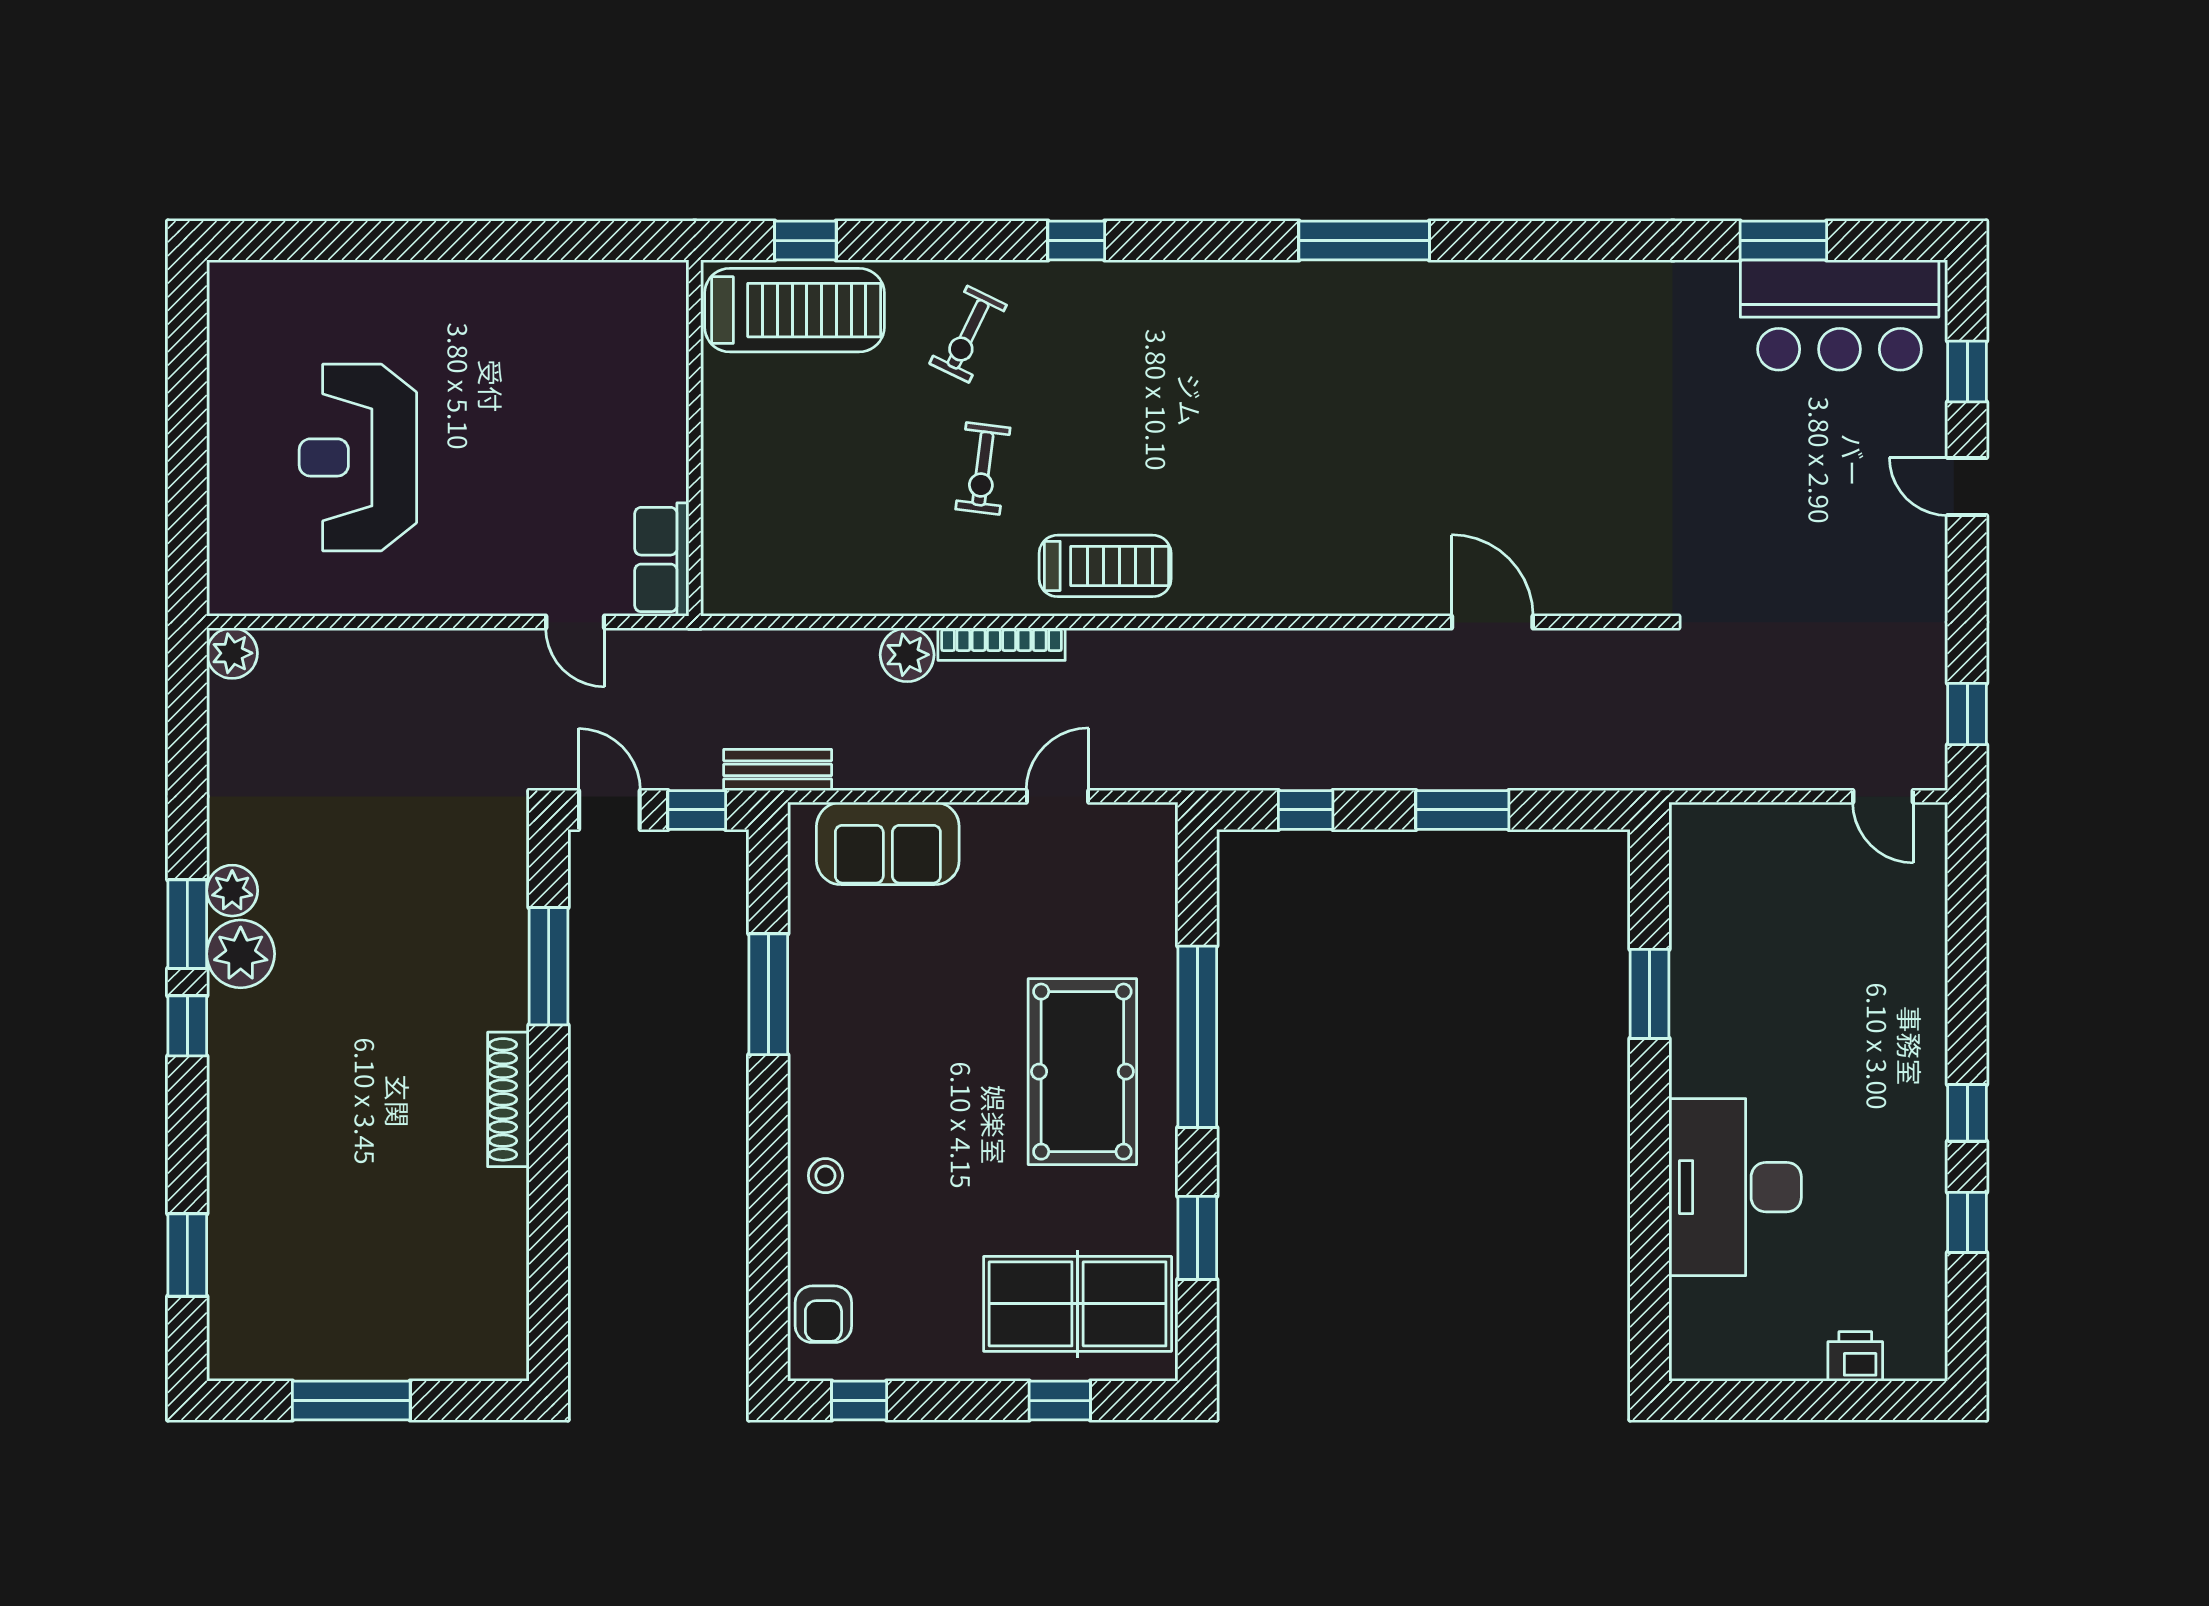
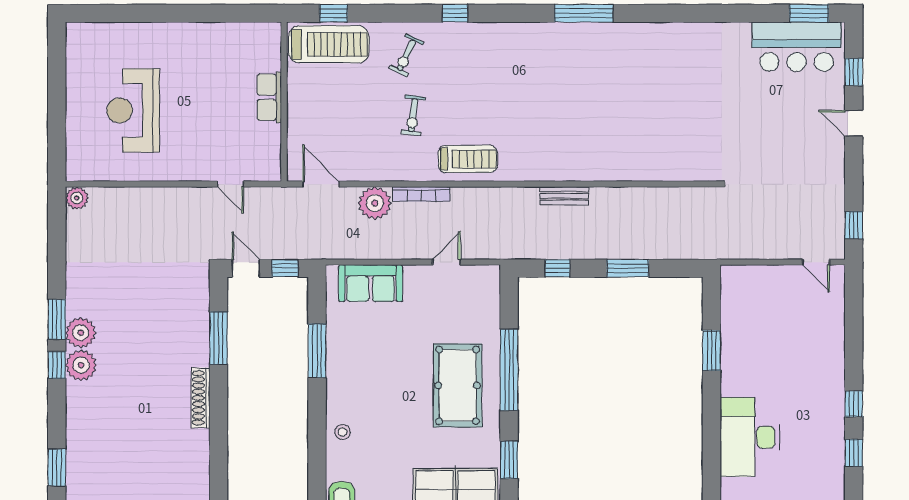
window: (1783, 241) -> (809, 13), moved
row of seats: (662, 560) -> (269, 97), moved
door: (1492, 622) -> (321, 184), moved
plant: (907, 655) -> (375, 203), width x1.36, depth x1.36
bench: (778, 770) -> (564, 196), moved
plant: (232, 891) -> (81, 365), moved, width x1.36, depth x1.36

